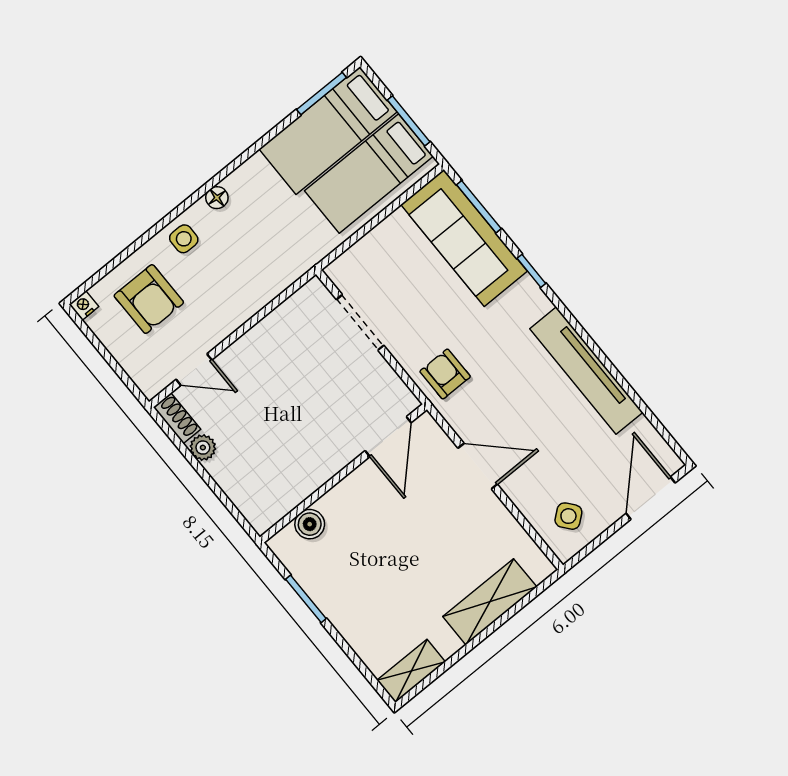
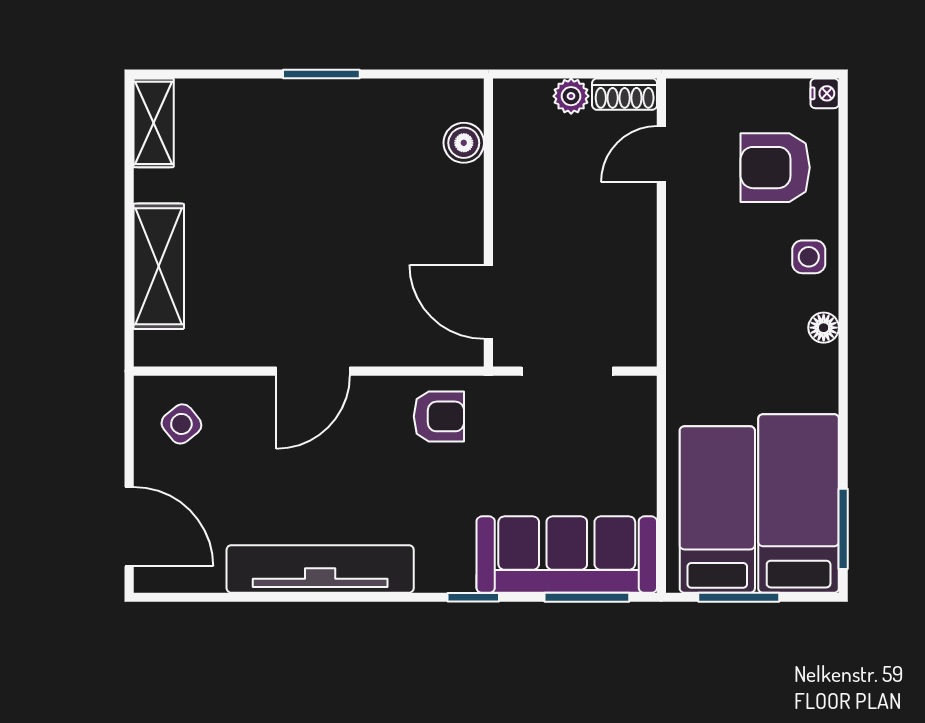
door: (388, 437) -> (488, 302), moved
wall: (343, 473) -> (488, 223), moved
boiler: (310, 524) -> (464, 143), moved

